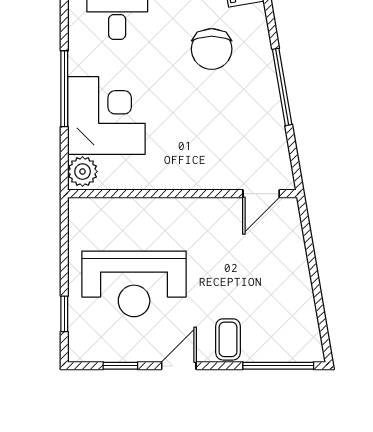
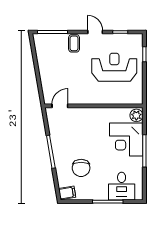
chair: (212, 49) -> (81, 168), turned 180
door: (179, 366) -> (95, 32), swing flipped

